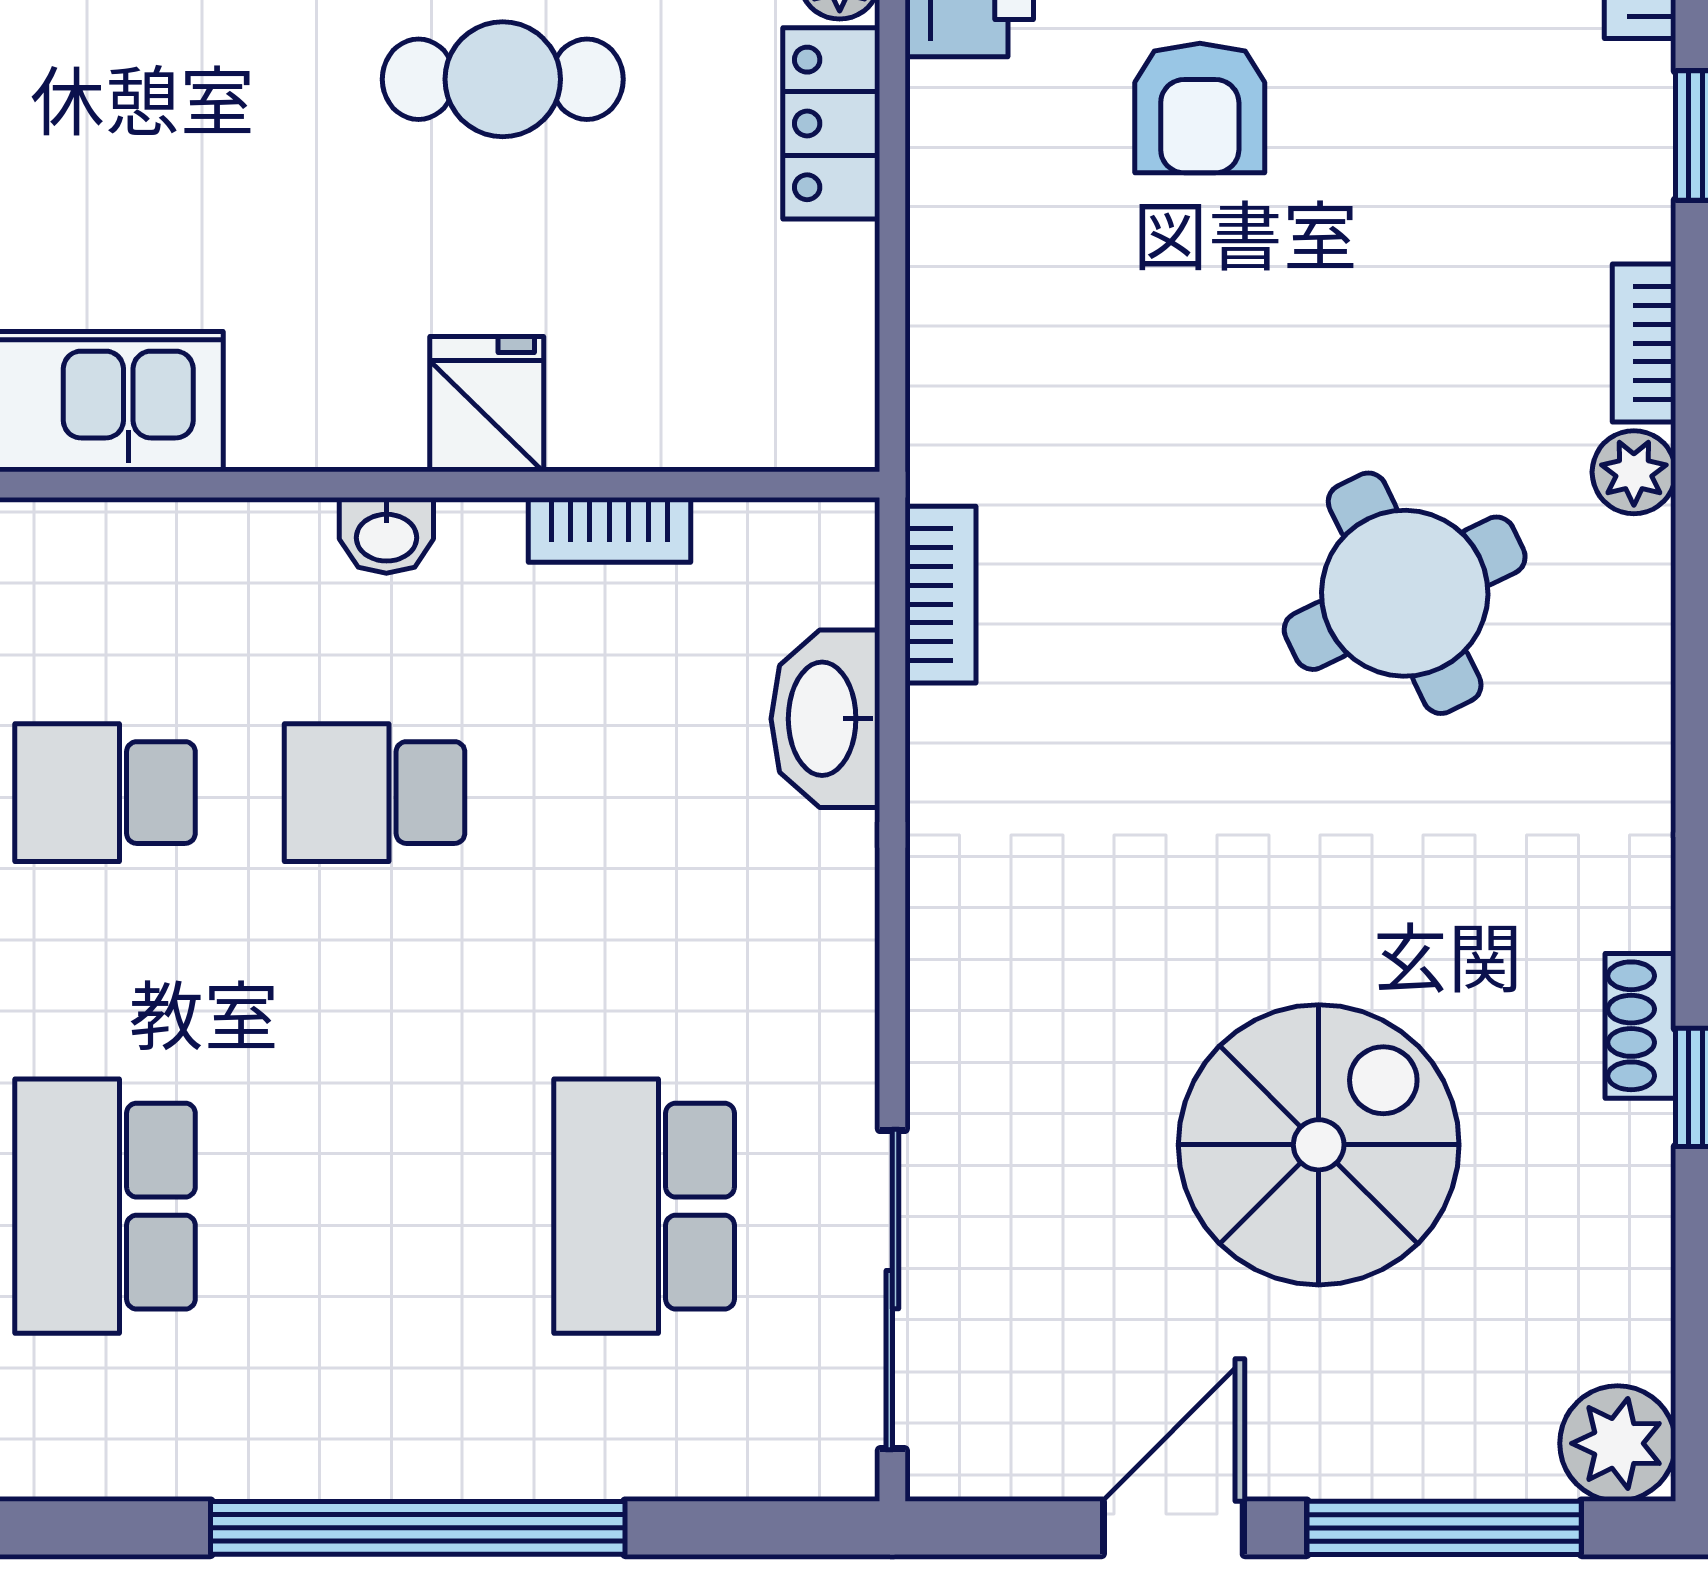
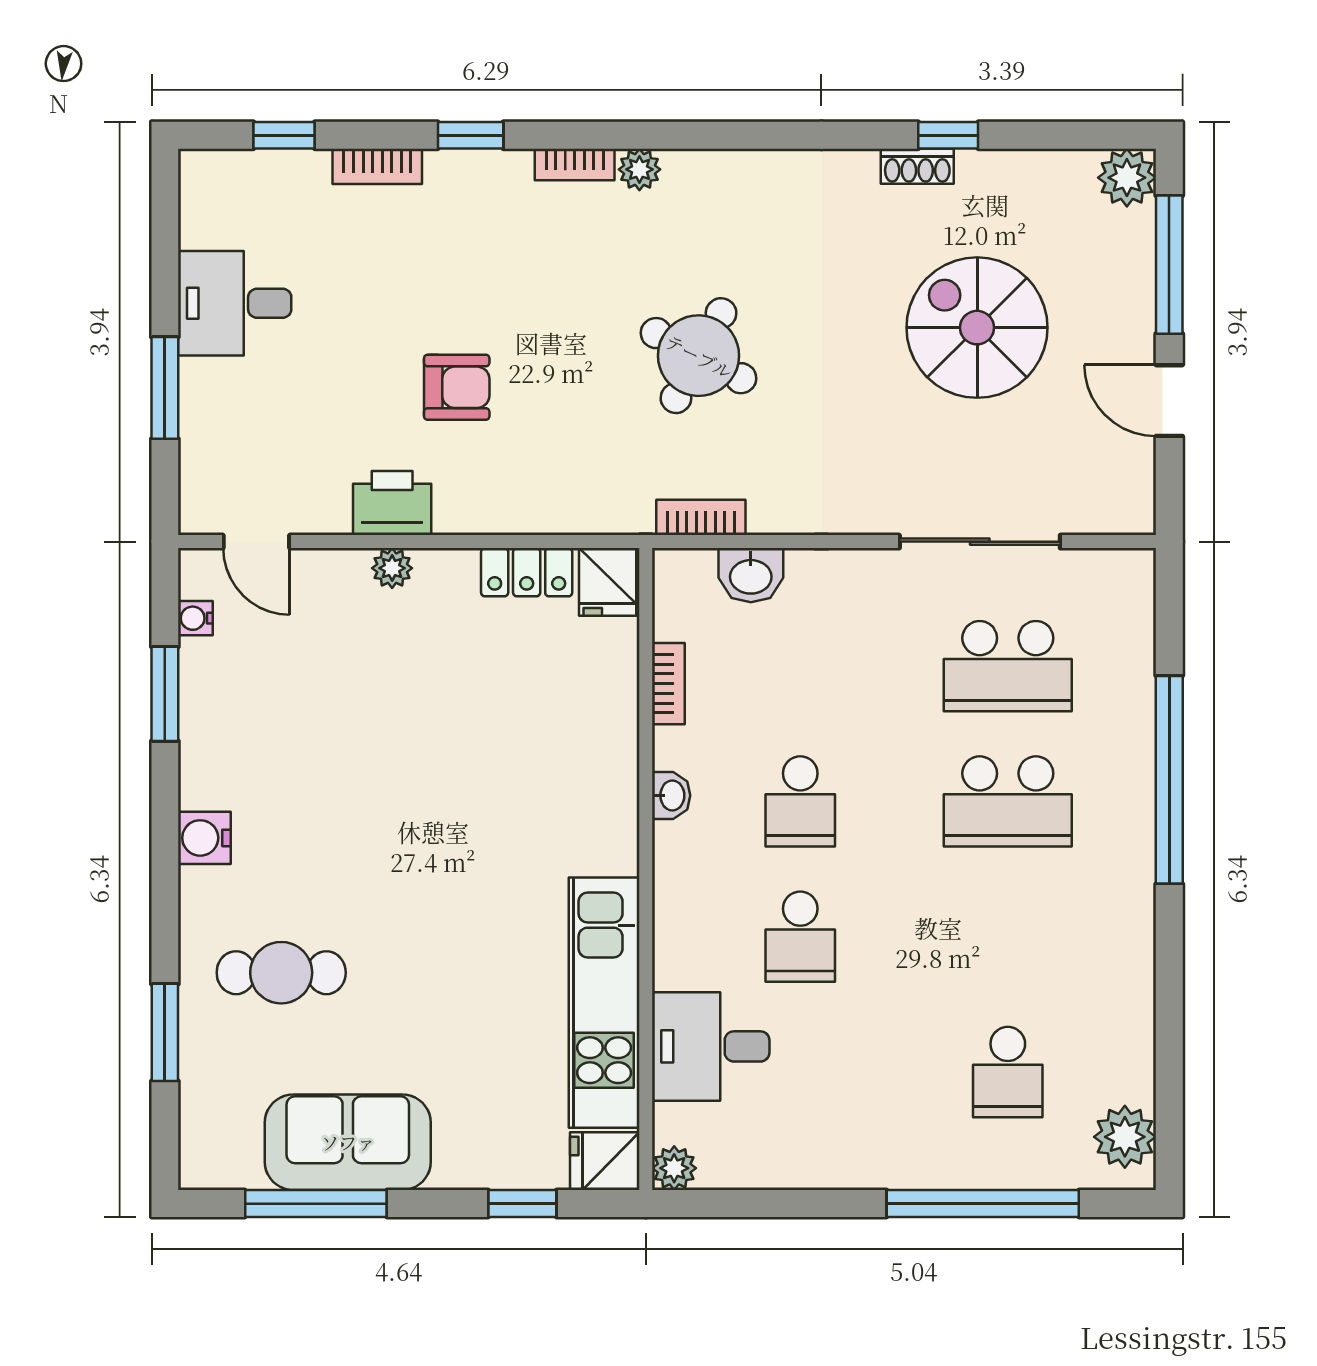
cafe table: (503, 79) -> (442, 737), removed
locker: (831, 123) -> (527, 572), moved
fridge: (487, 404) -> (608, 582), moved, turned -90
round table: (1405, 593) -> (699, 356), moved, turned -36
washbasin: (825, 719) -> (751, 575), width x0.72
school desk: (105, 1206) -> (1008, 801), moved
sliding door: (892, 1290) -> (980, 542), moved

